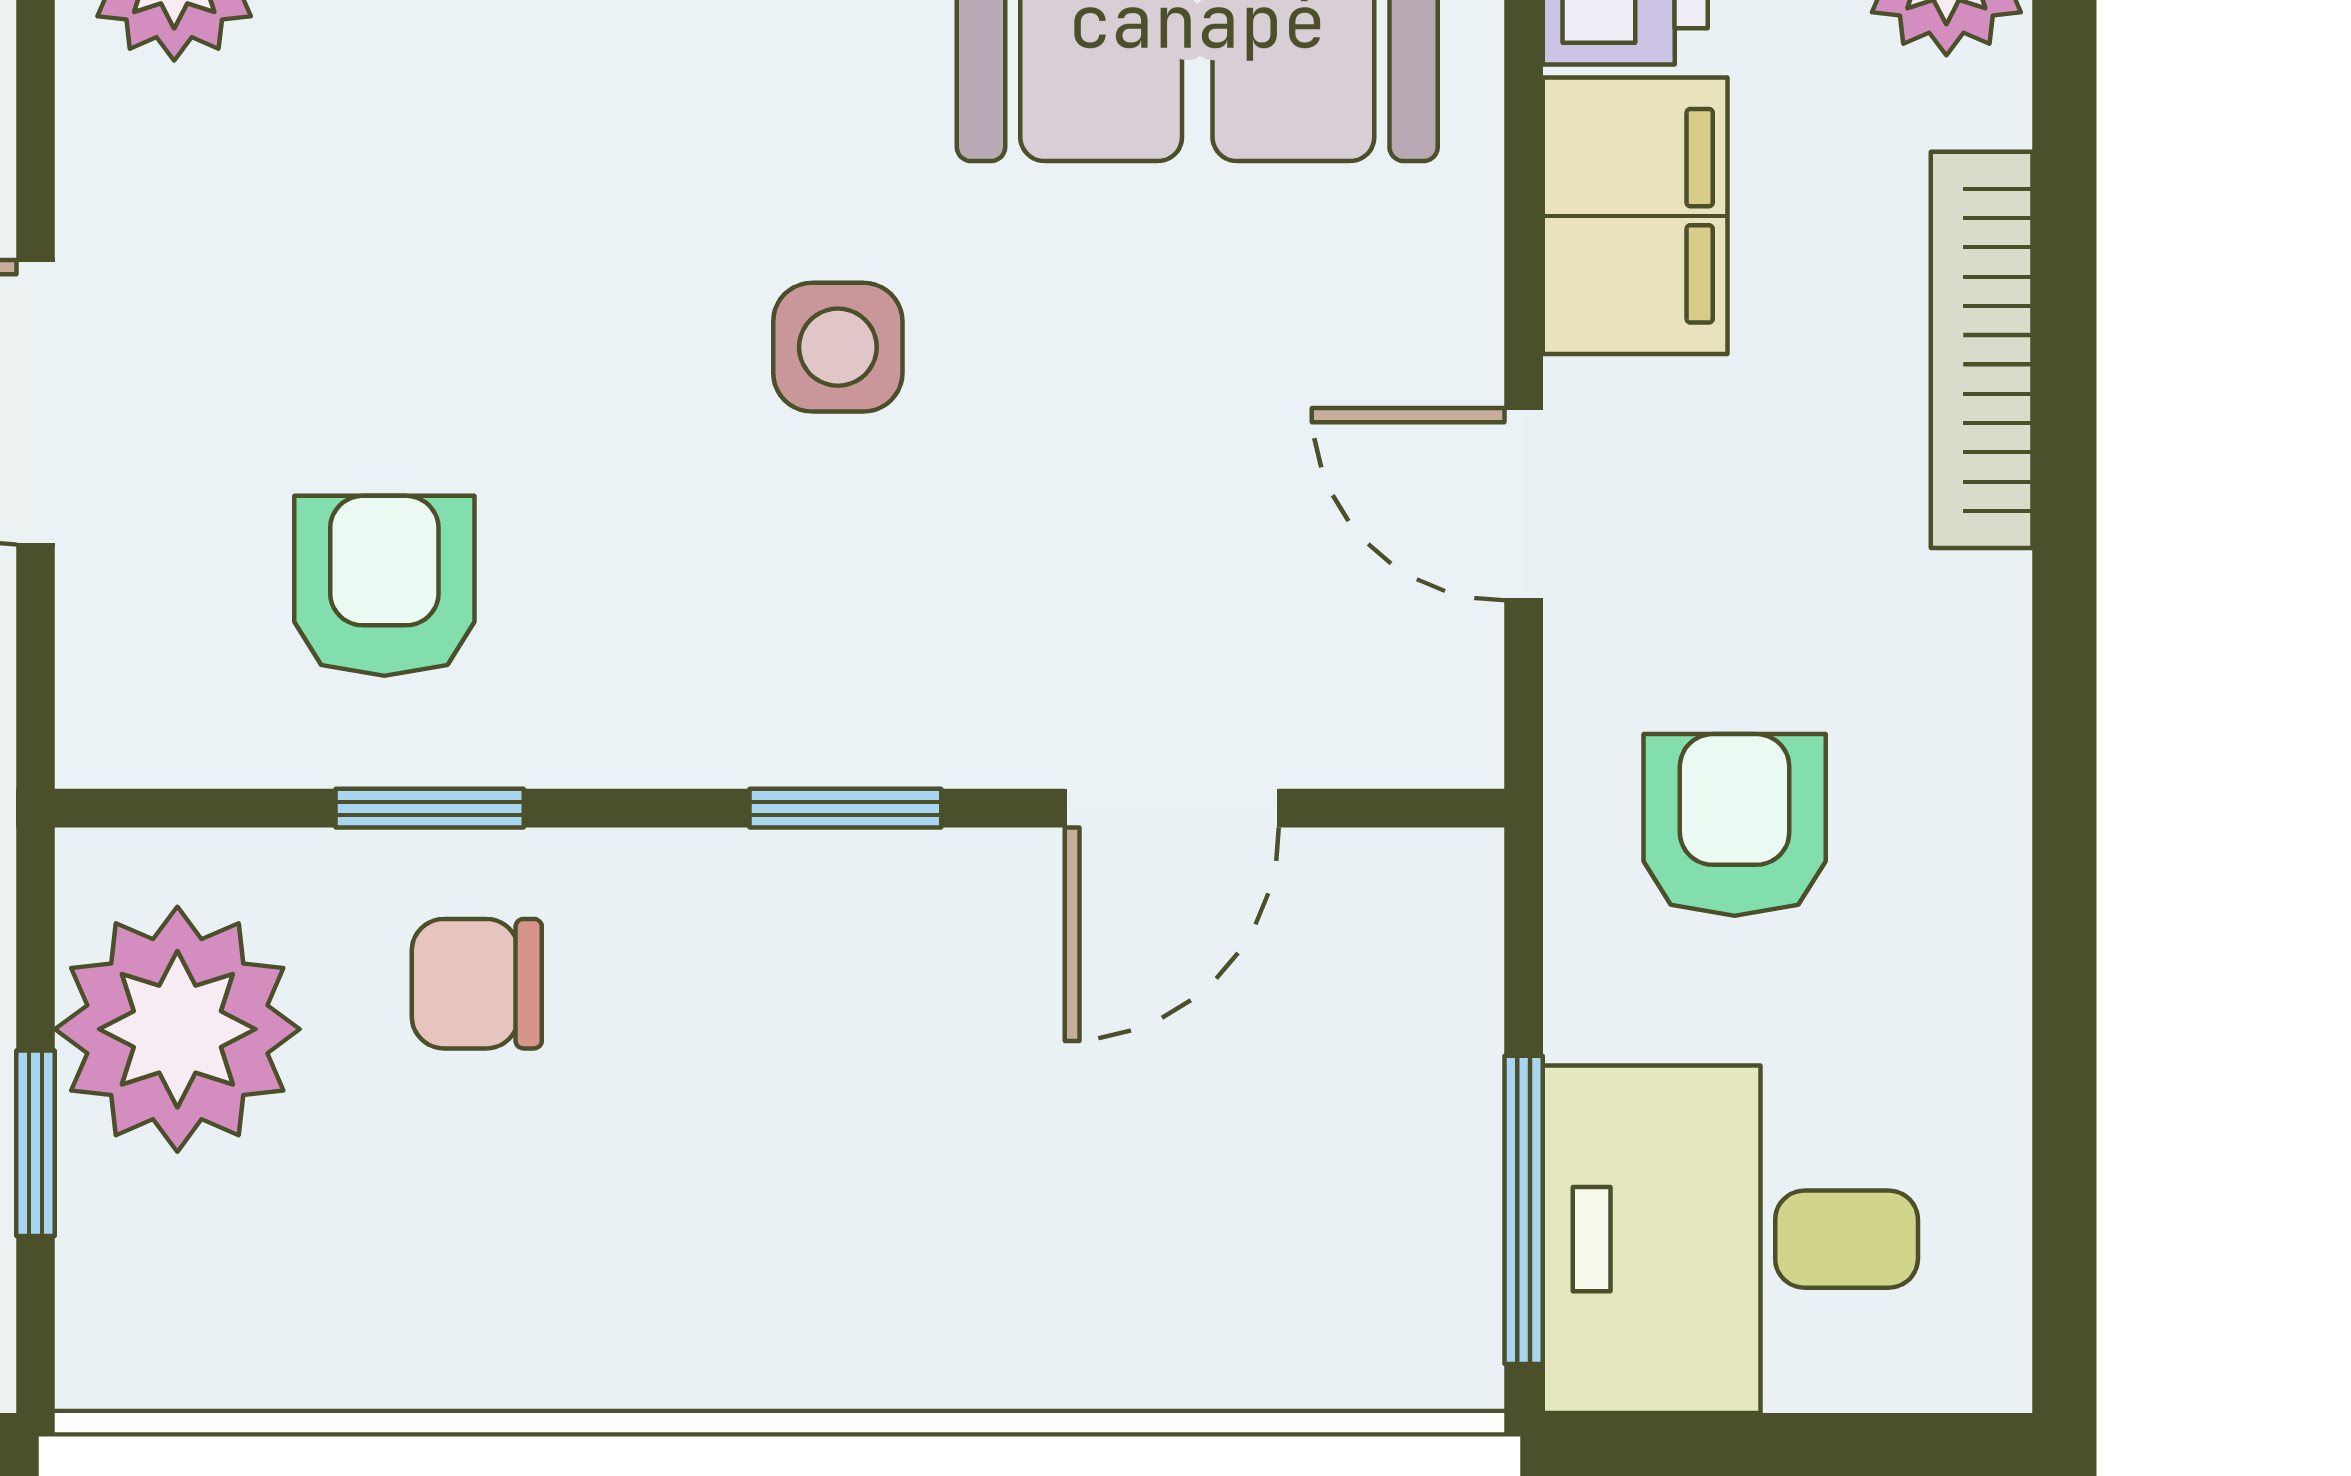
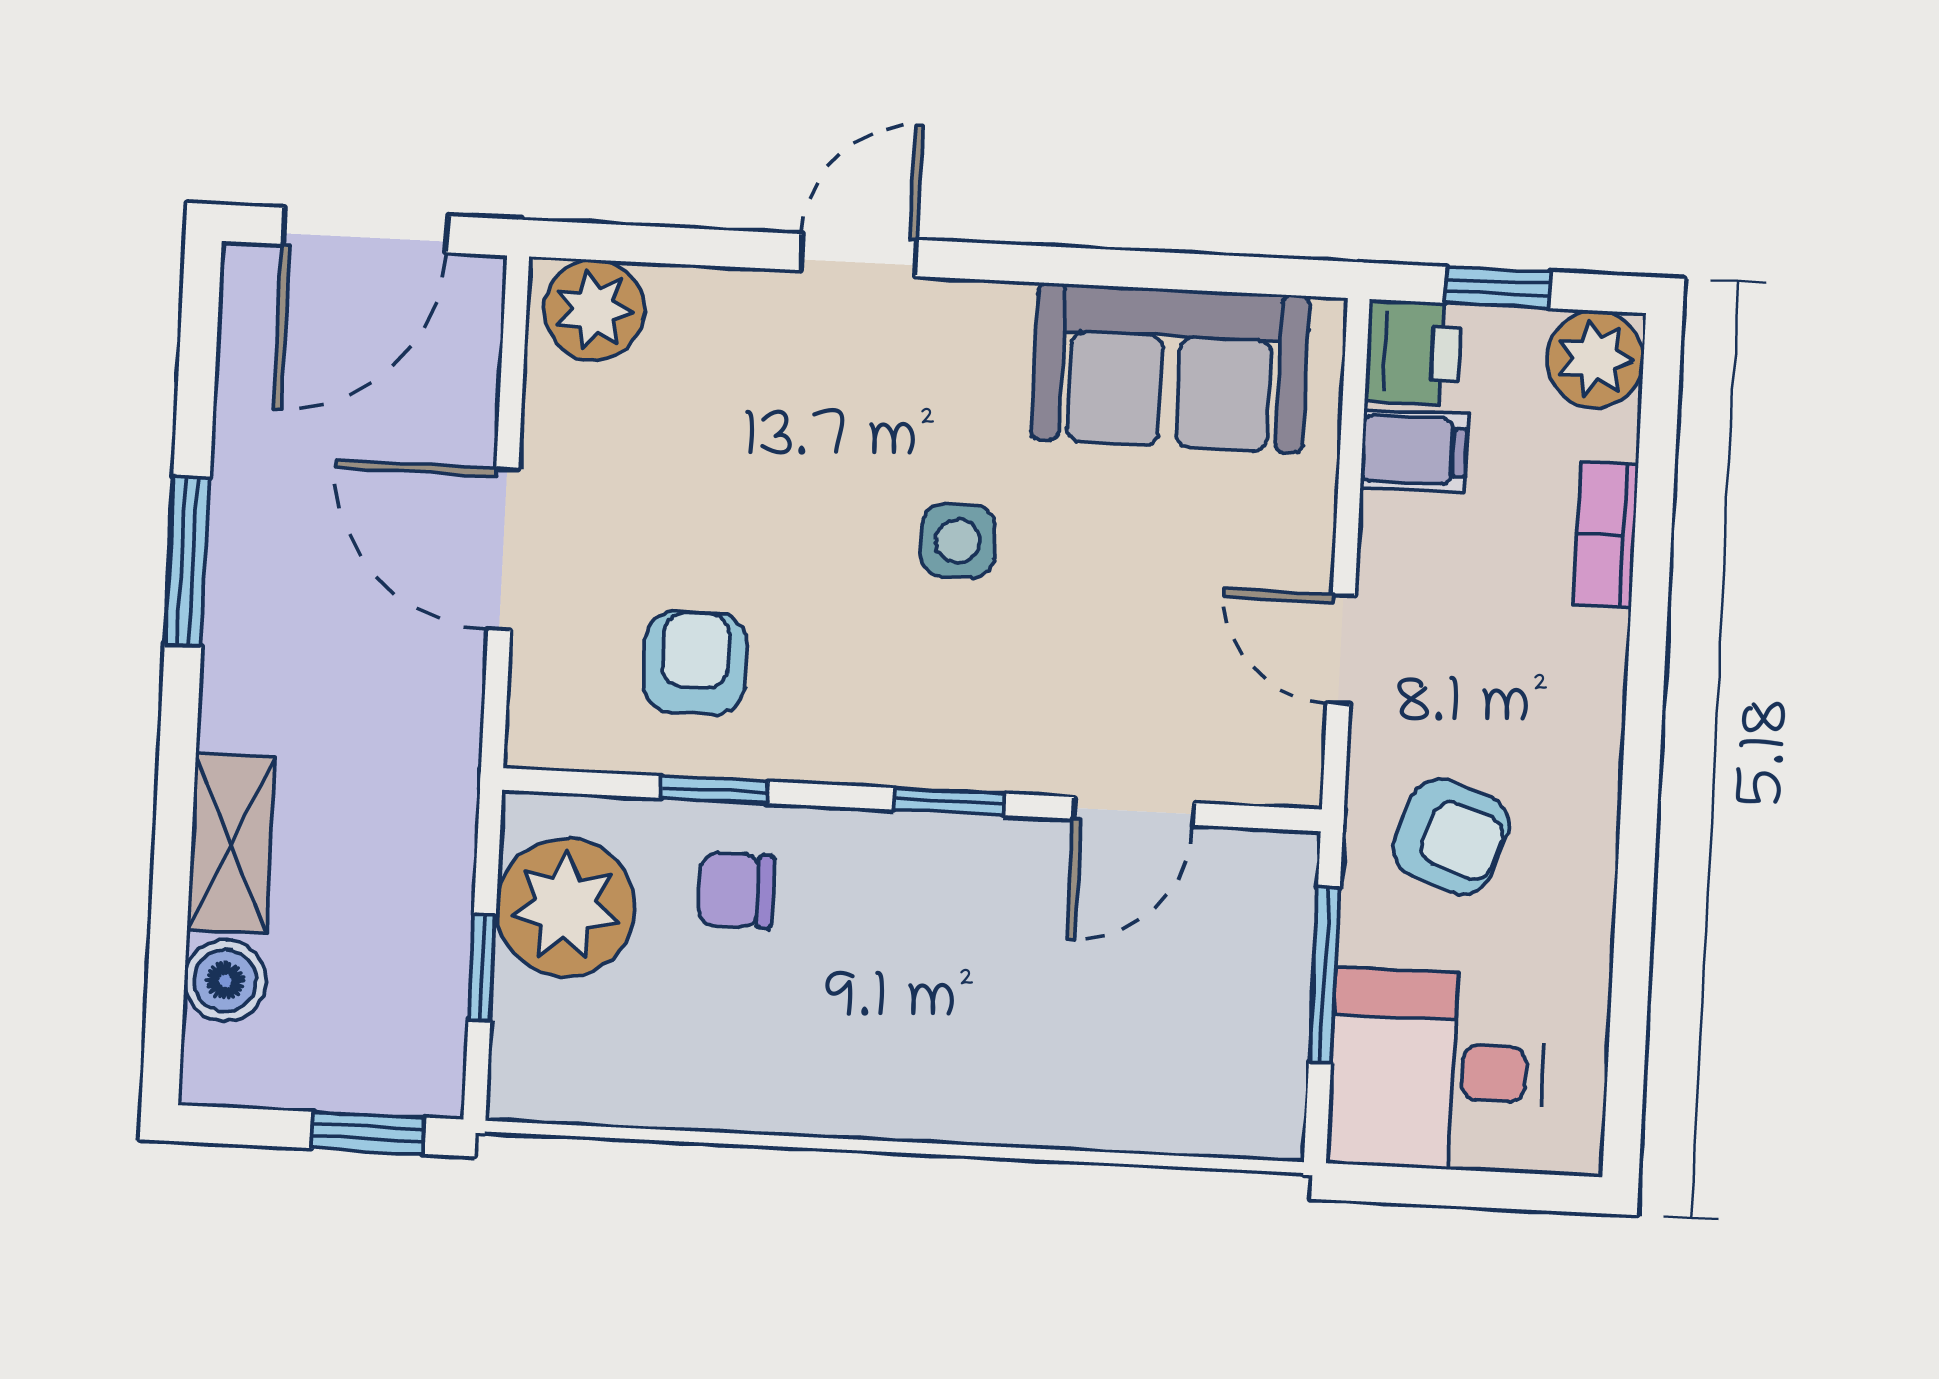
filing cabinet: (1635, 216) -> (1414, 450), width x0.50
bookcase: (1982, 350) -> (1606, 535), width x0.64
armchair: (1735, 825) -> (1451, 837), turned 110
window: (1524, 1210) -> (1324, 975), moved

